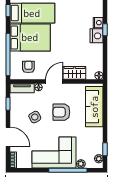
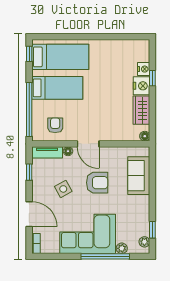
bed: (30, 37) -> (57, 88), width x0.67
wardrobe: (74, 73) -> (141, 110), moved, turned -90
door: (54, 82) -> (88, 144), swing flipped
sofa: (94, 107) -> (139, 176), width x0.73
armchair: (61, 112) -> (97, 183), turned 180

